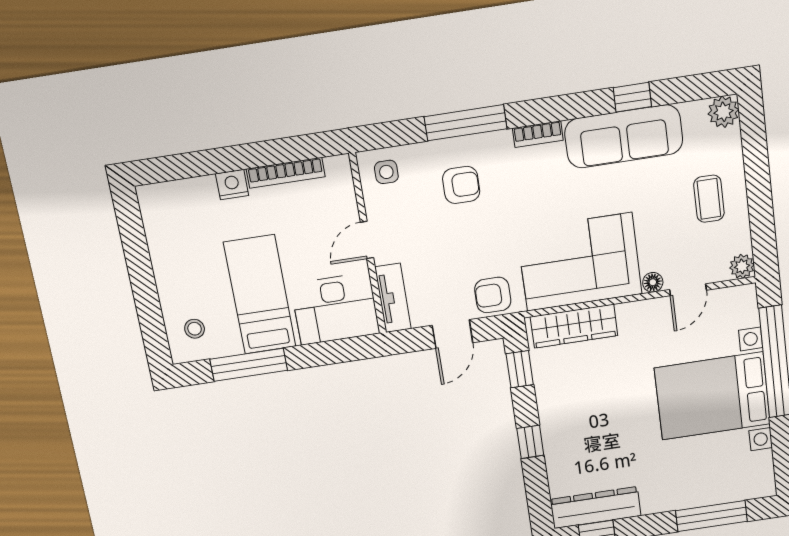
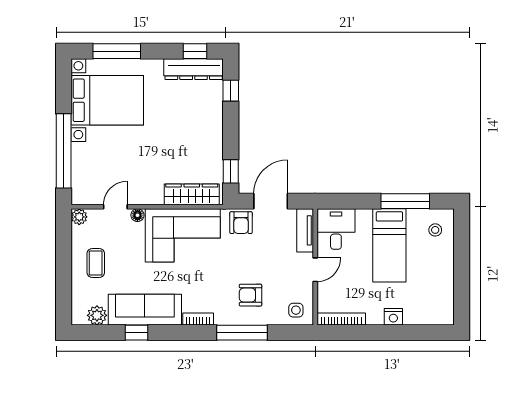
plant: (723, 112) -> (97, 315), moved
bookcase: (286, 173) -> (341, 319), moved
armchair: (493, 295) -> (241, 223), turned 90
desk: (335, 309) -> (336, 229), width x0.73
door: (453, 334) -> (271, 201), width x1.38
bed with nightstands: (712, 396) -> (107, 100), moved
window: (530, 442) -> (231, 91), moved

